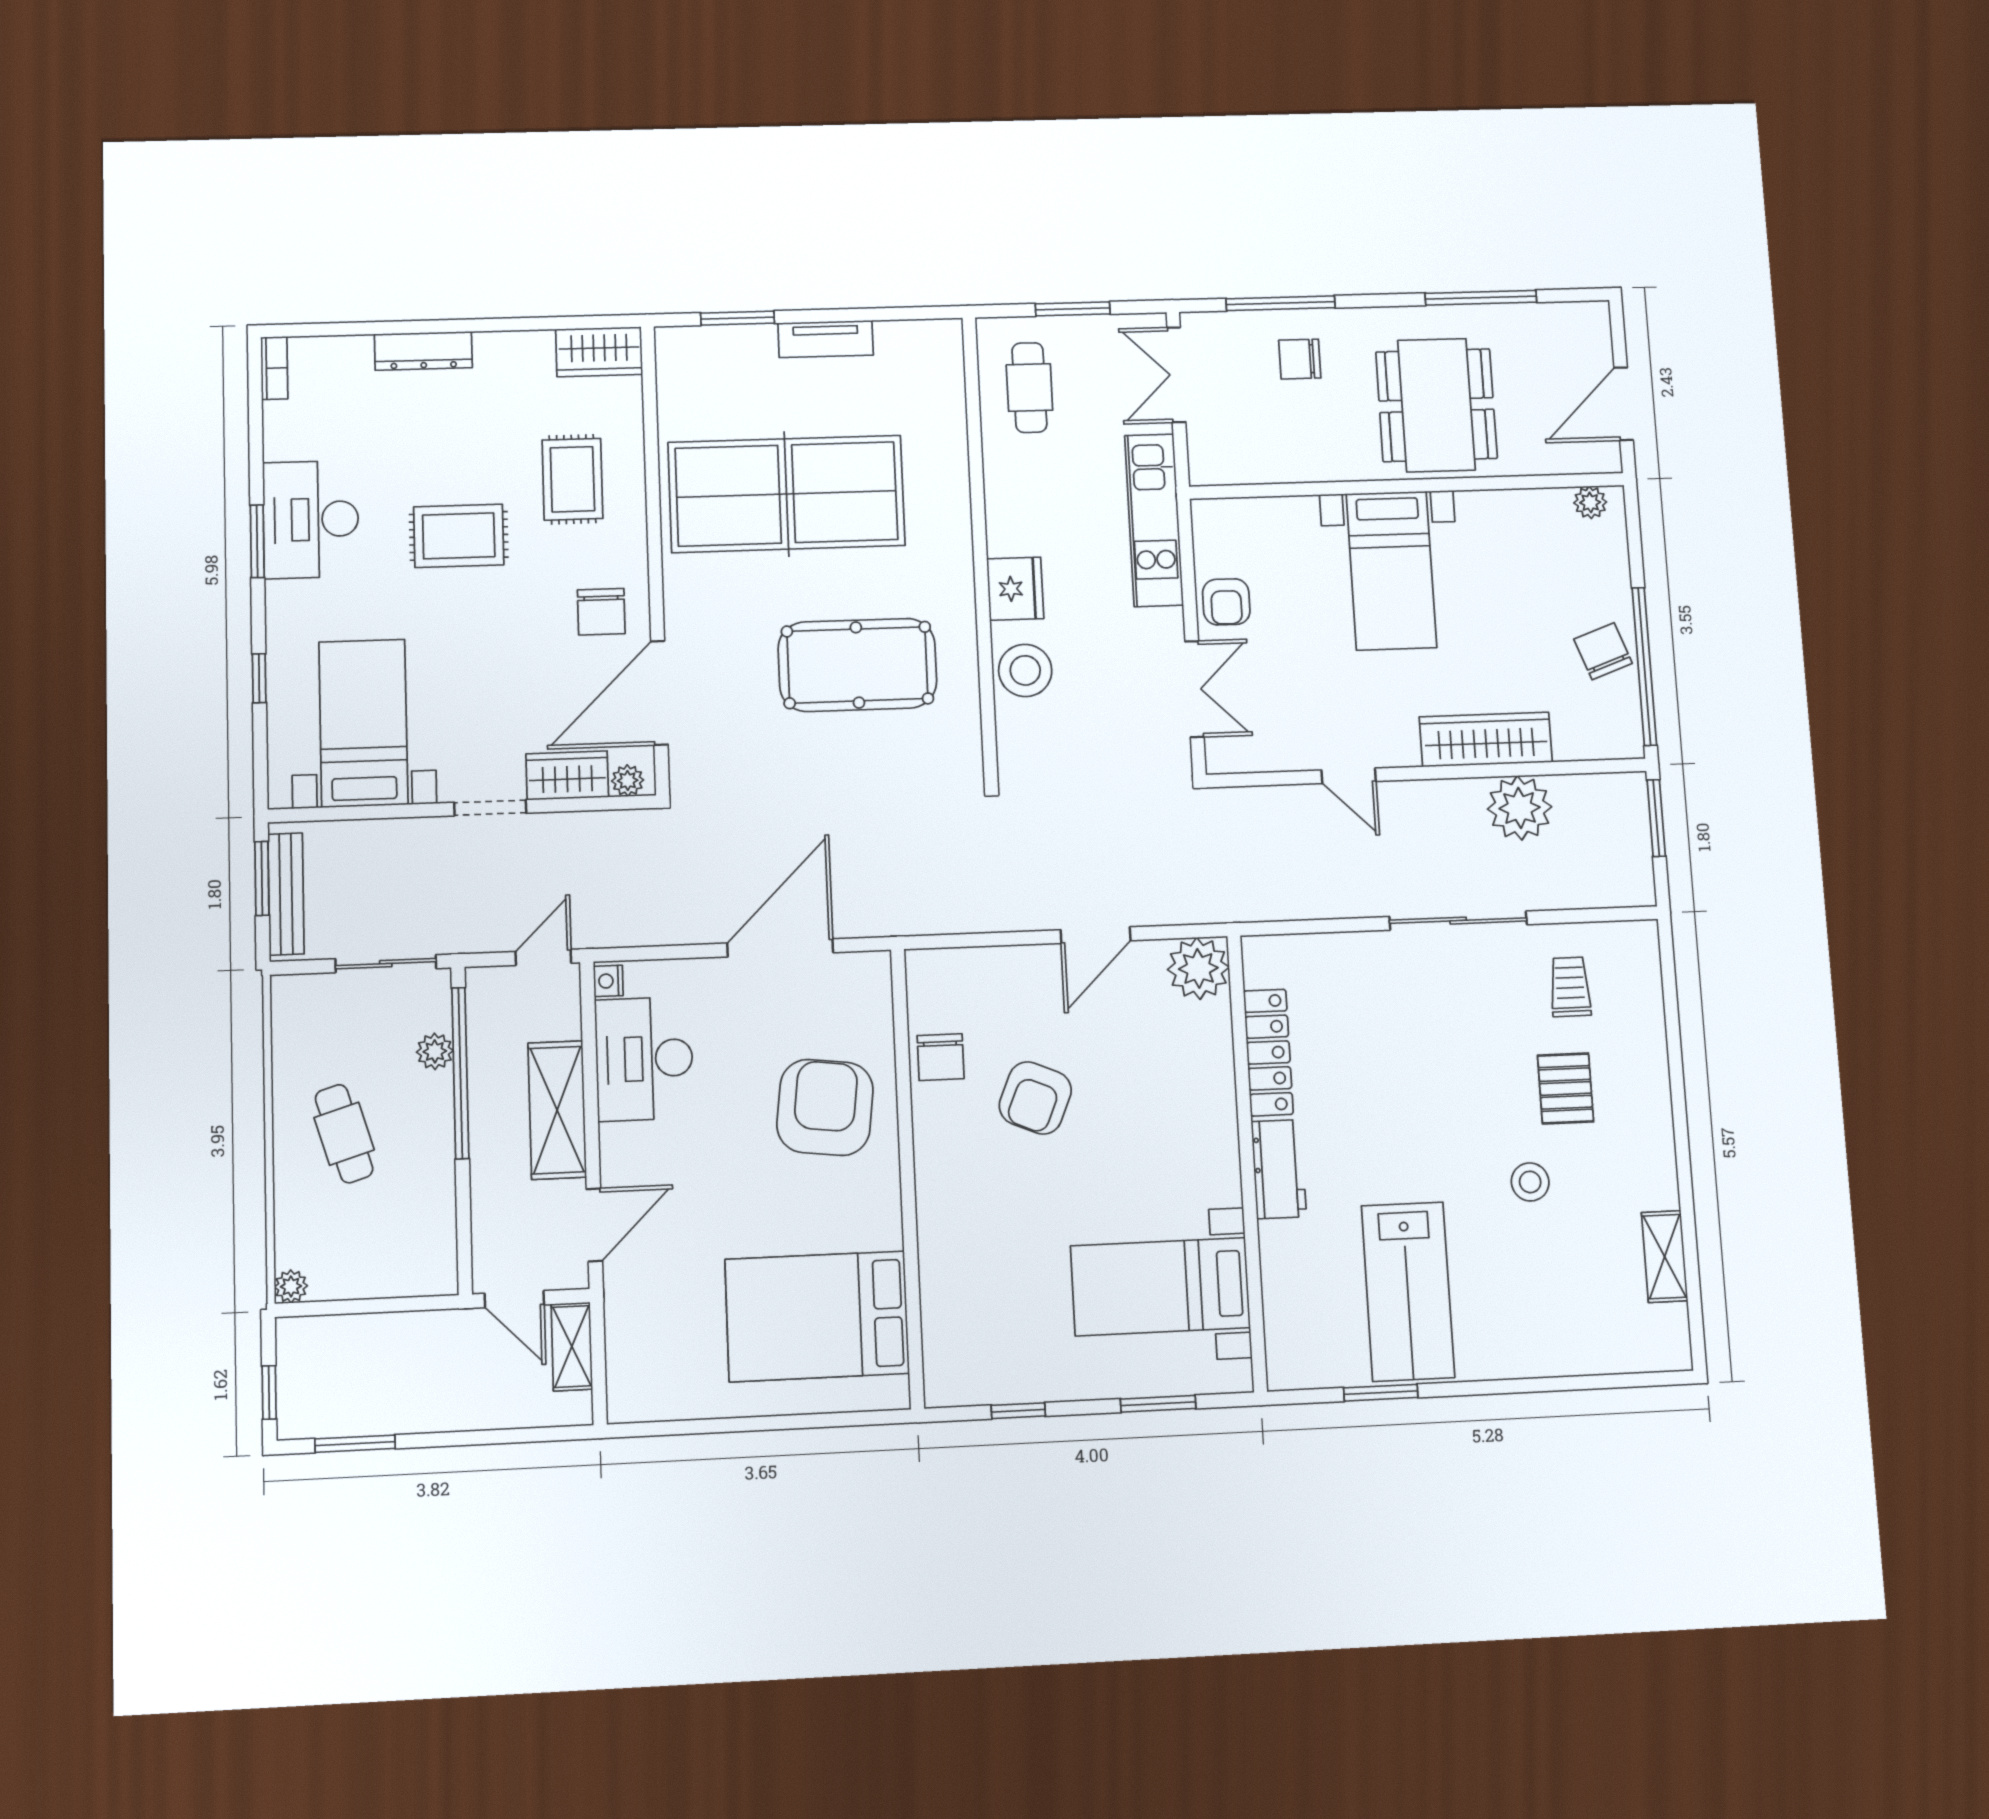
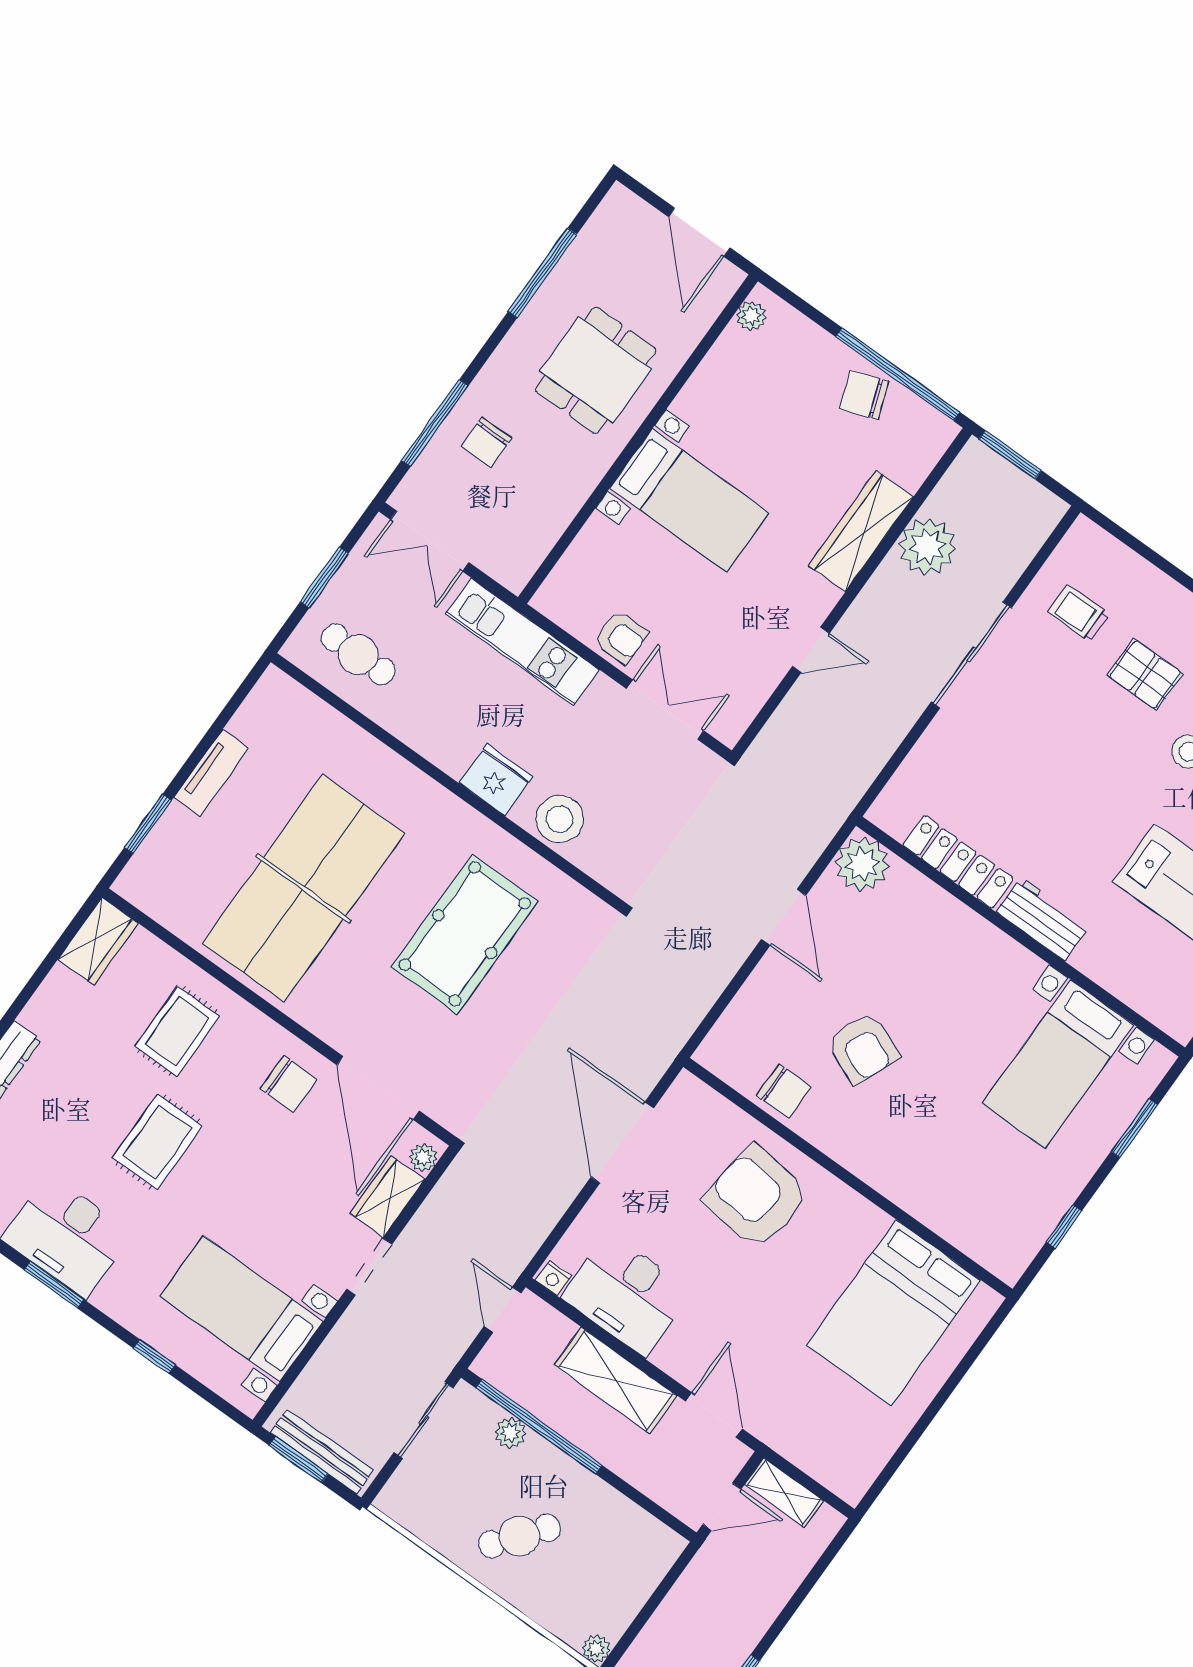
dining table: (1436, 405) -> (596, 370), width x0.73
rug: (572, 479) -> (177, 1031), turned 90
cafe table: (344, 1134) -> (520, 1536), turned -35

